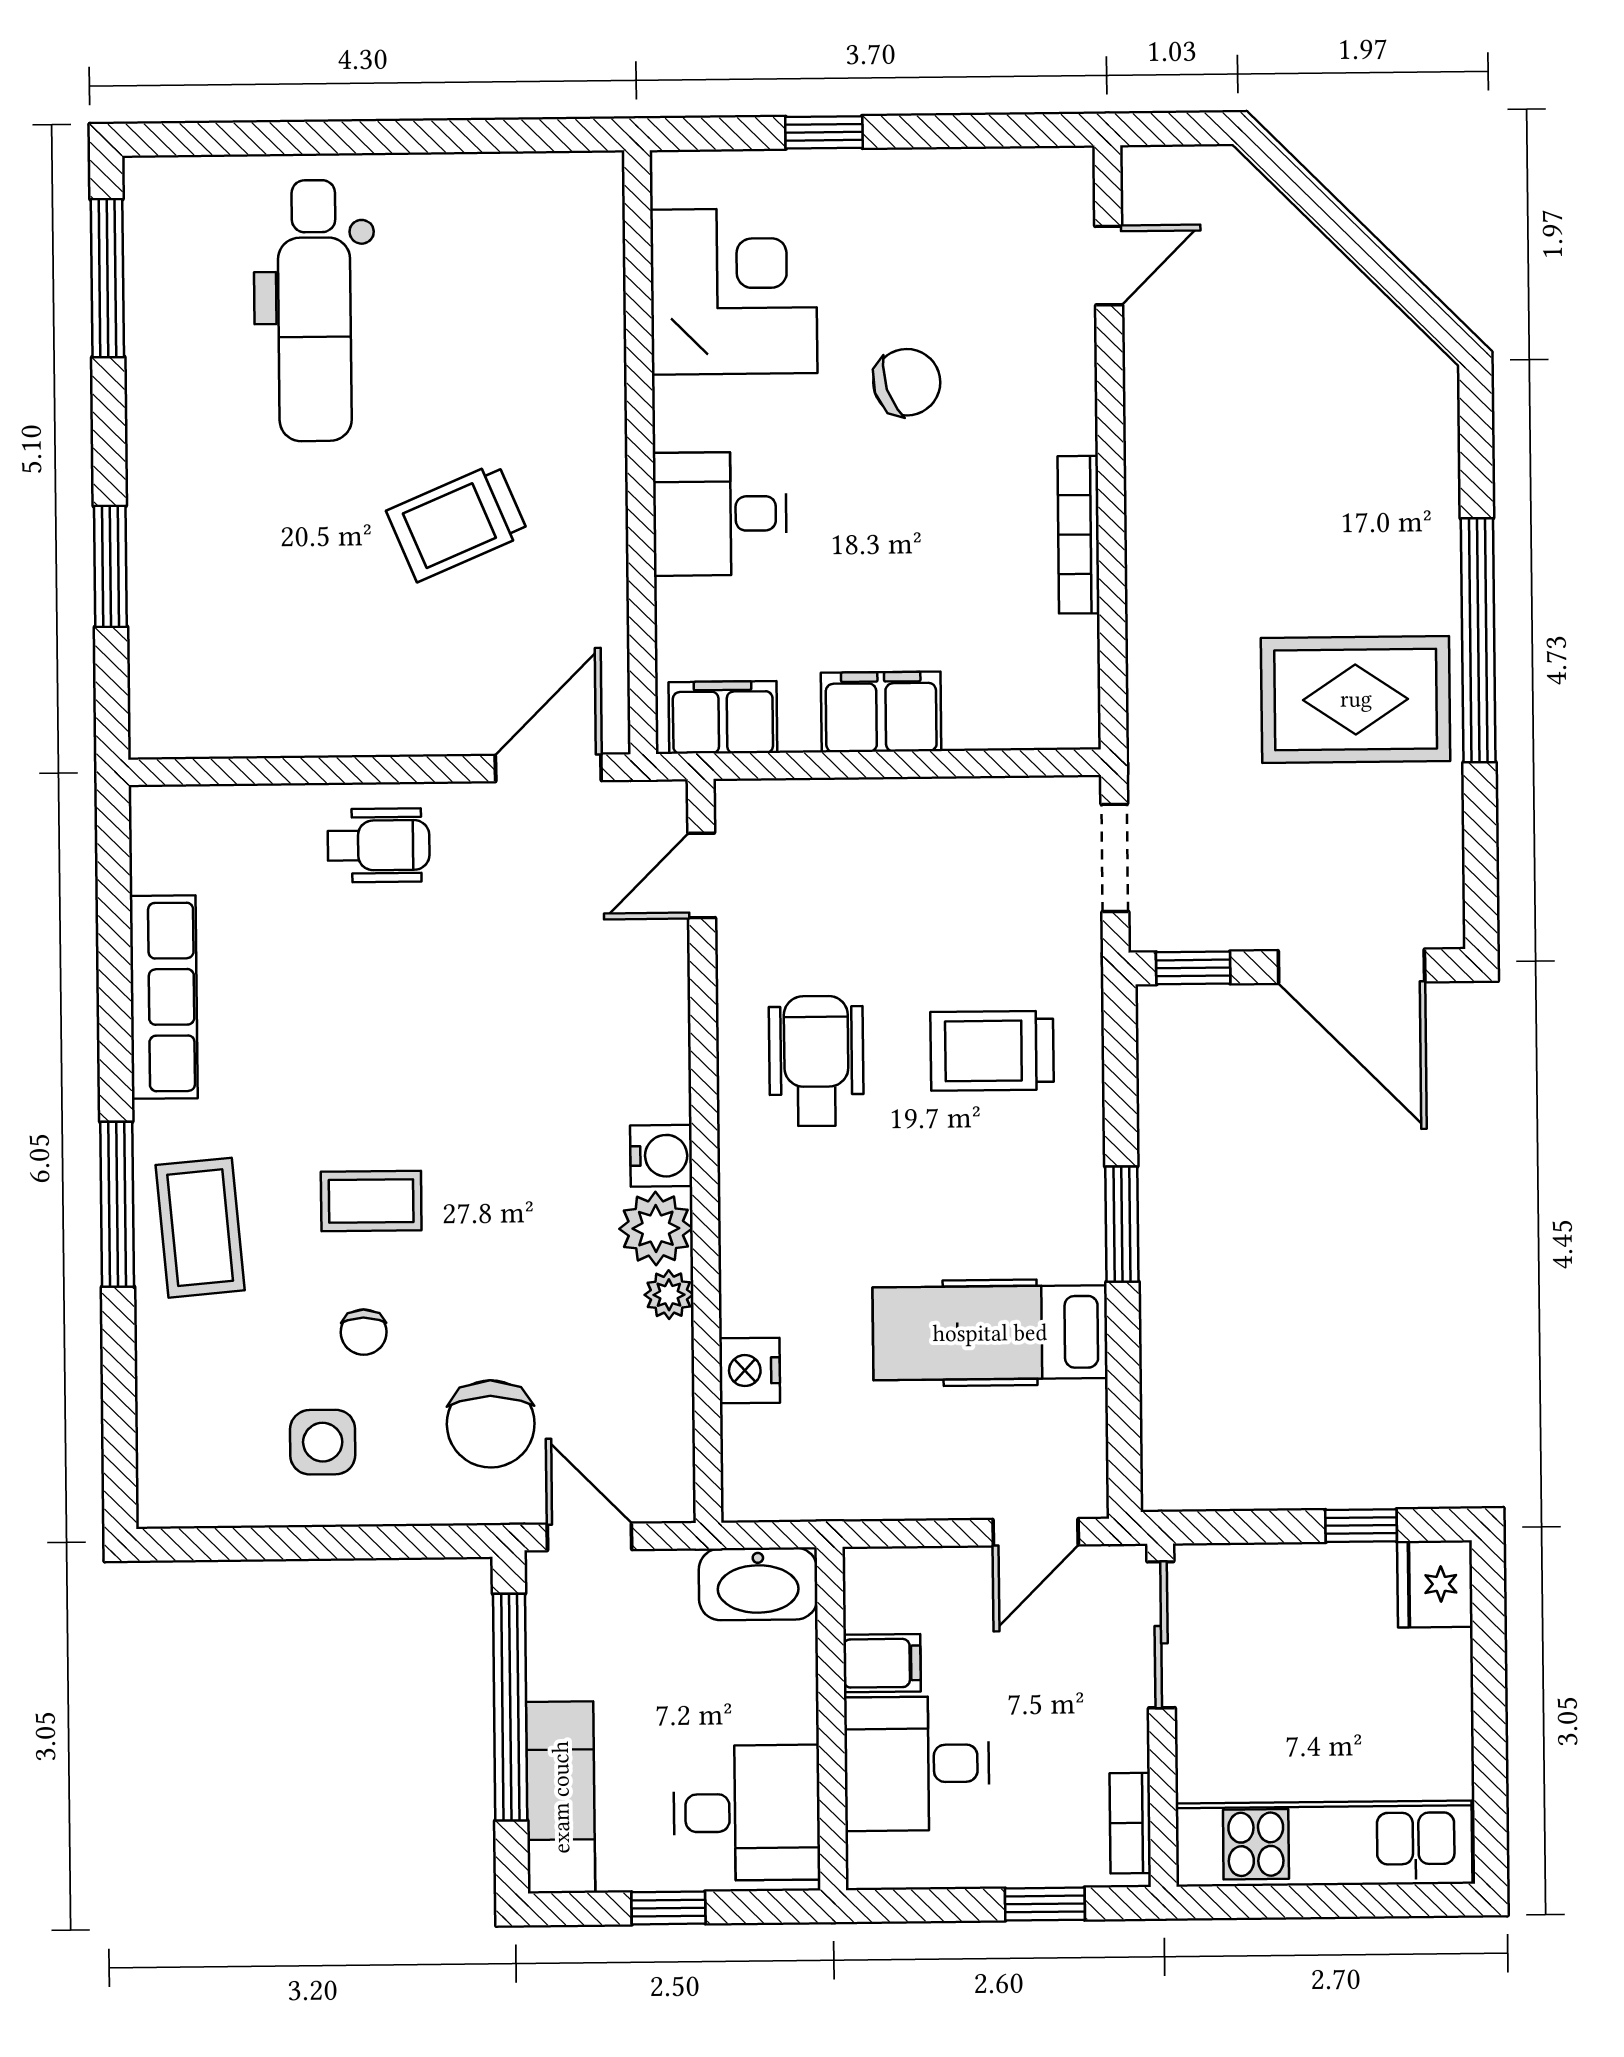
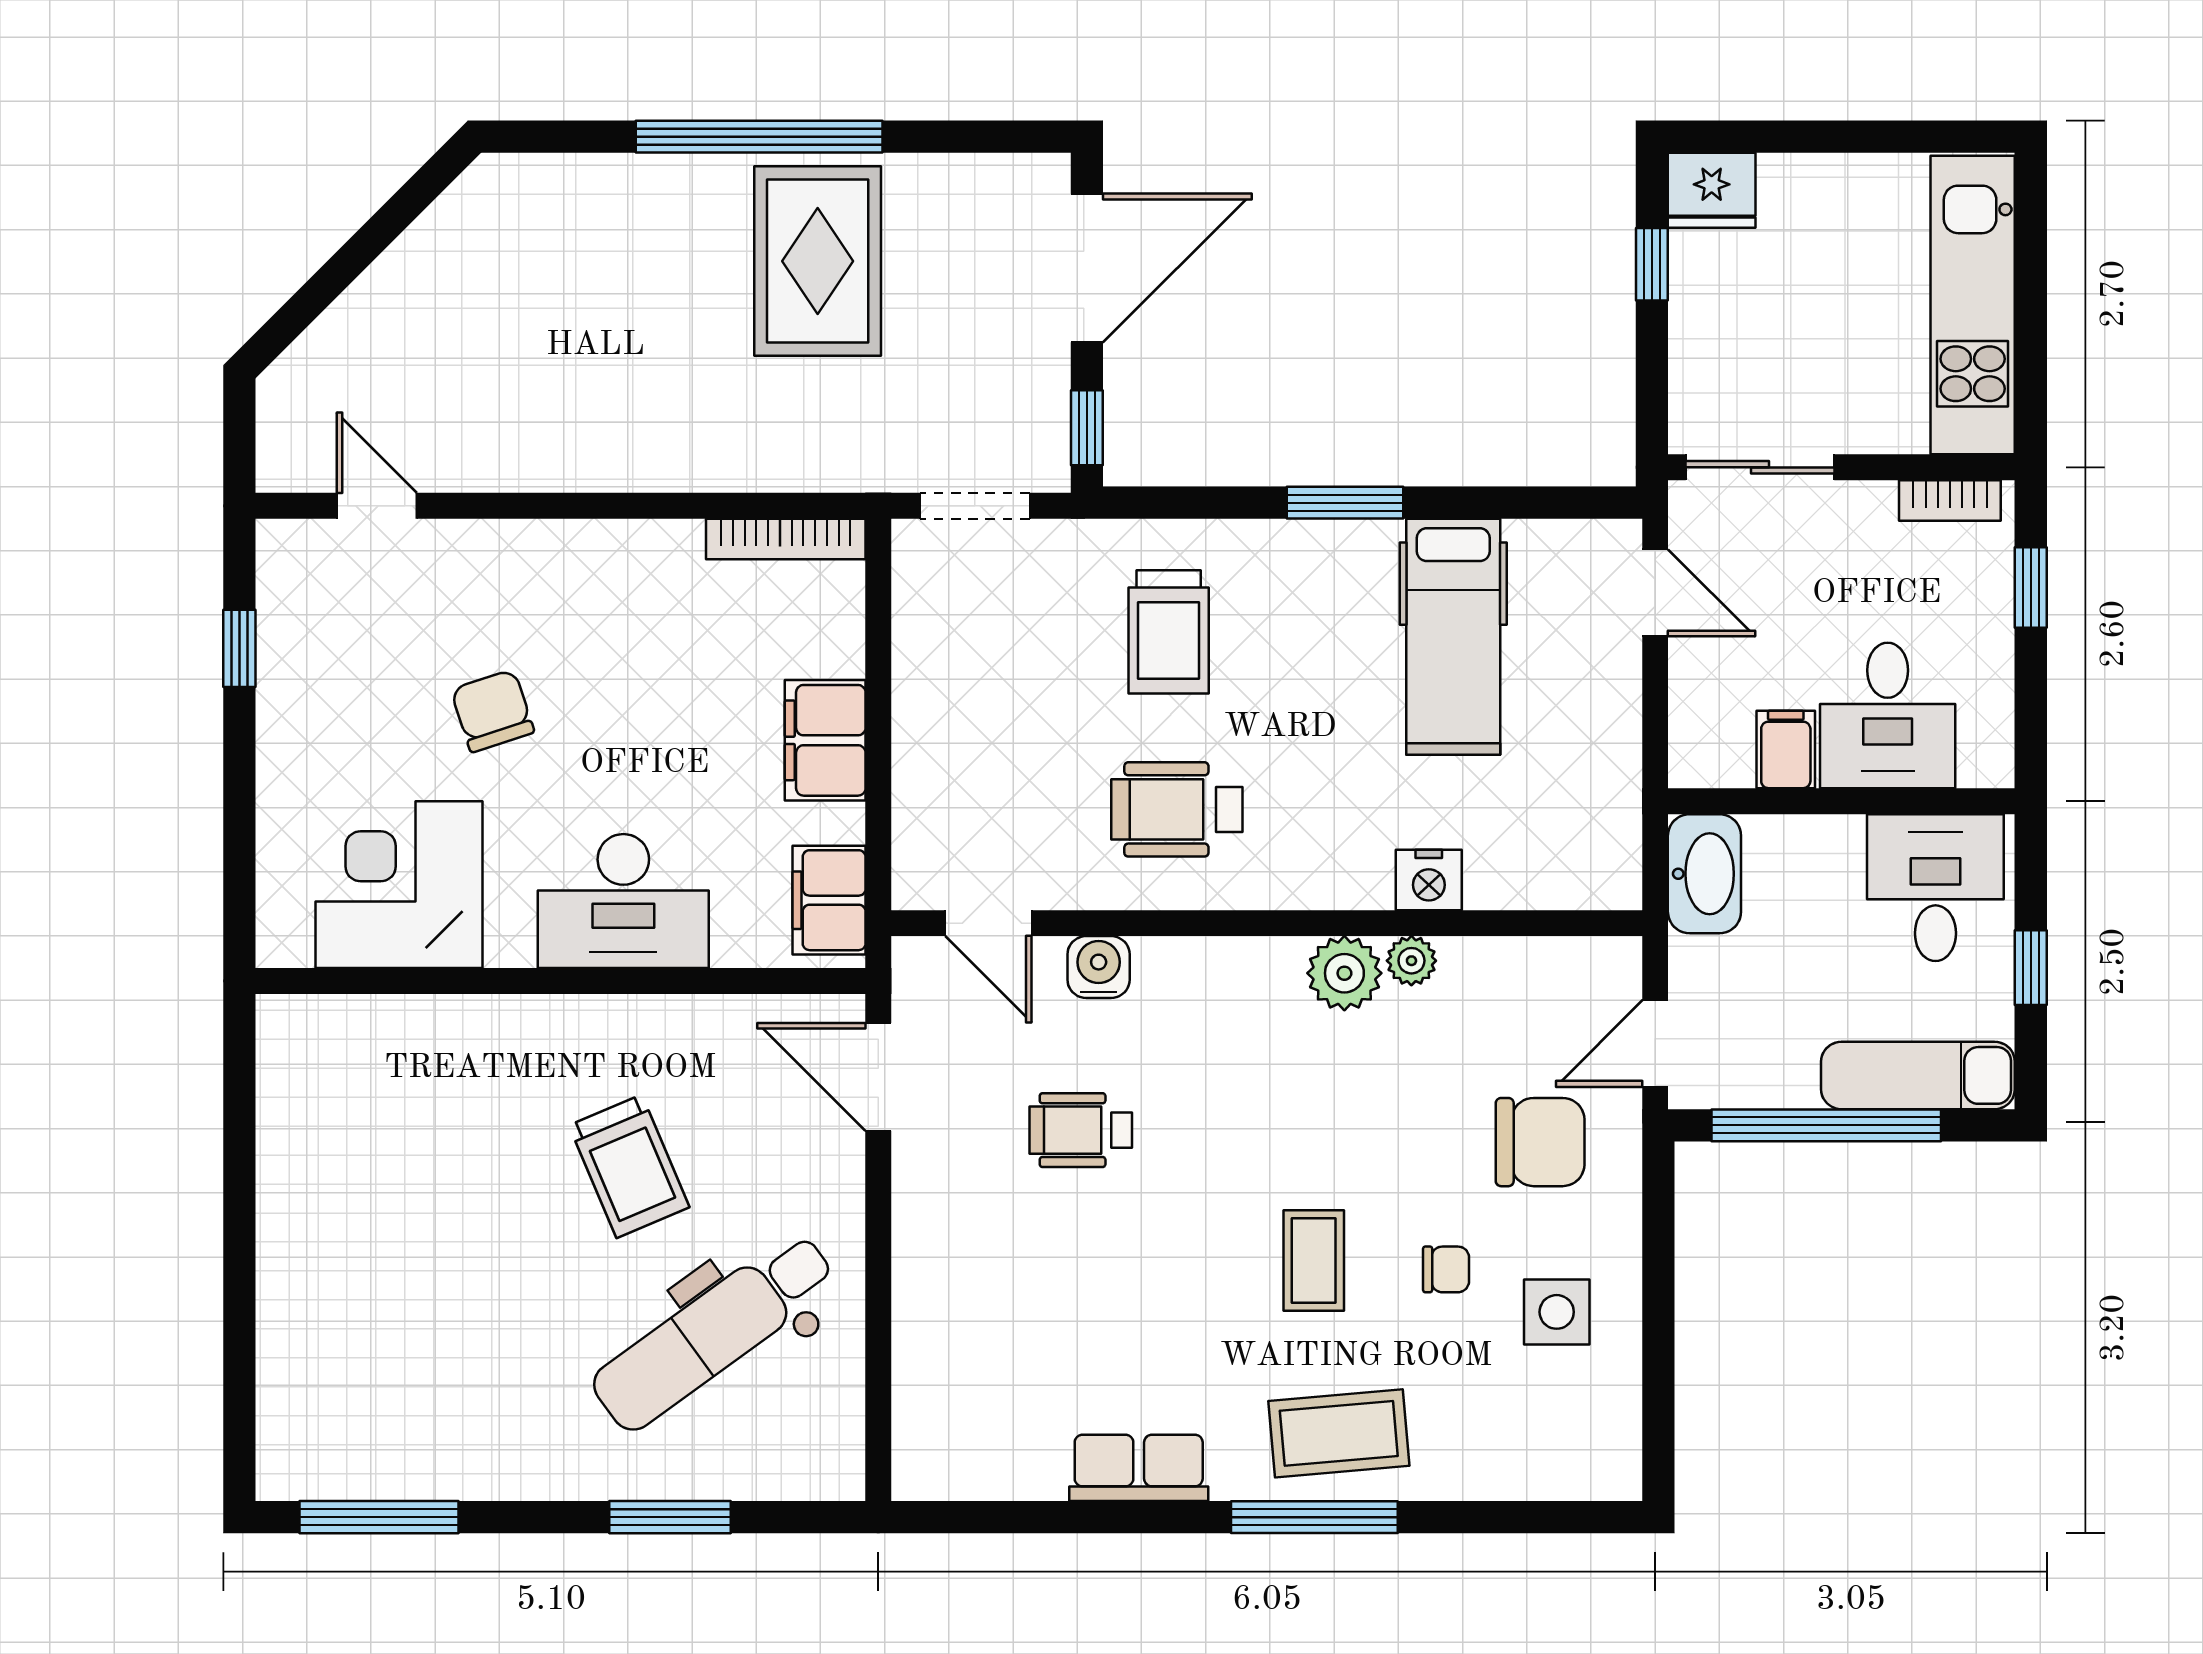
window: (824, 132) -> (239, 648), moved
dental chair: (315, 311) -> (714, 1332), moved, turned 144
desk: (720, 514) -> (623, 901), width x1.37
bookcase: (1079, 535) -> (786, 539), moved
wheelchair: (378, 845) -> (1081, 1130), moved, turned -90
row of seats: (164, 997) -> (1139, 1468), width x0.68
water cooler: (661, 1156) -> (1099, 967), moved
nightstand: (750, 1370) -> (1429, 880), moved

